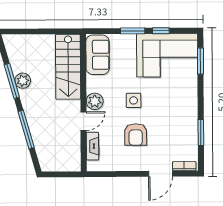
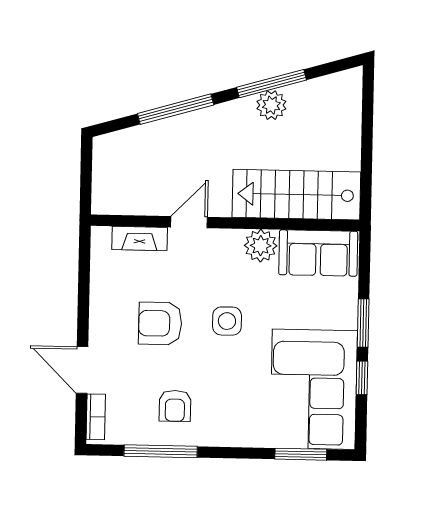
plant: (95, 101) -> (261, 246), moved
door: (84, 121) -> (189, 222), swing flipped
armchair: (178, 126) -> (175, 406), added
window: (201, 133) -> (161, 451), width x1.44

